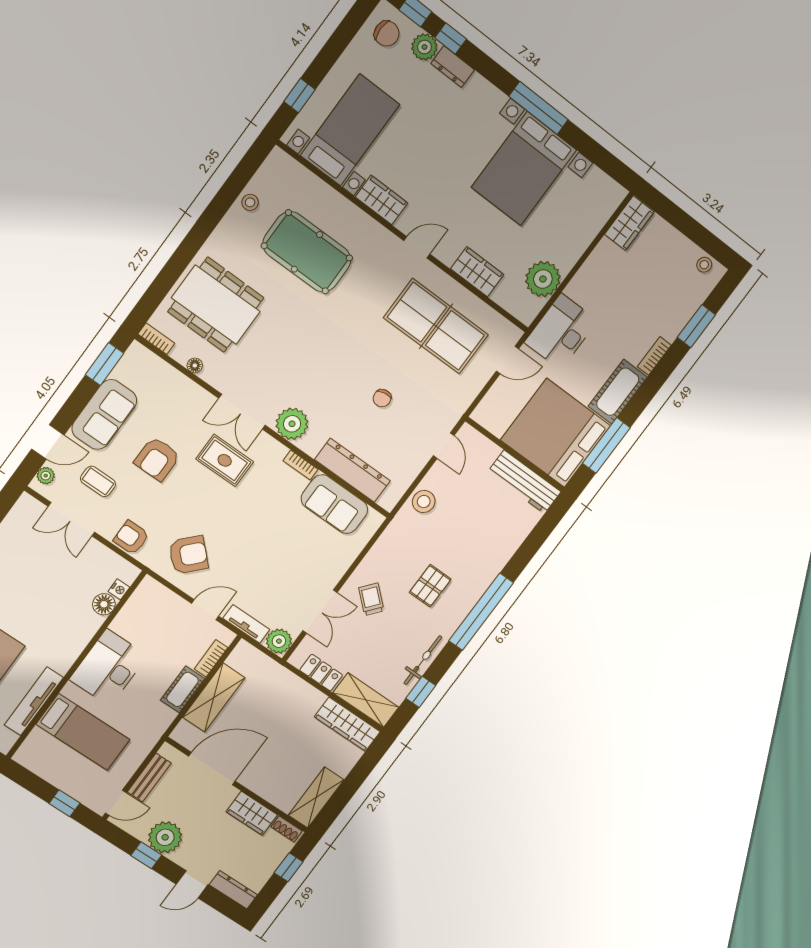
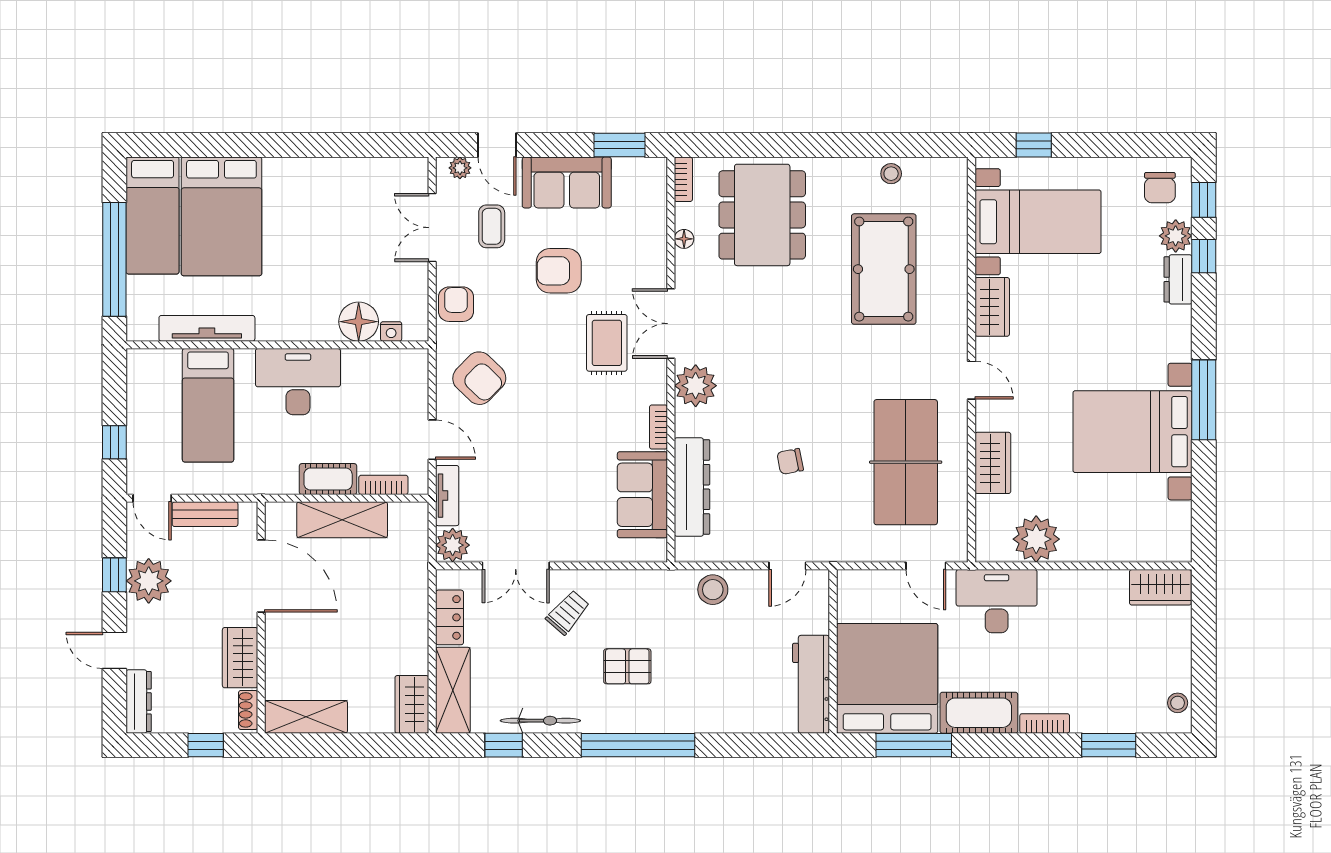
floor lamp: (104, 604) -> (359, 322), width x1.38, depth x1.38
wardrobe: (347, 724) -> (412, 704), width x0.67

